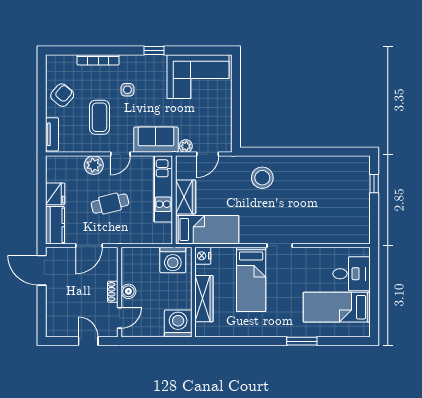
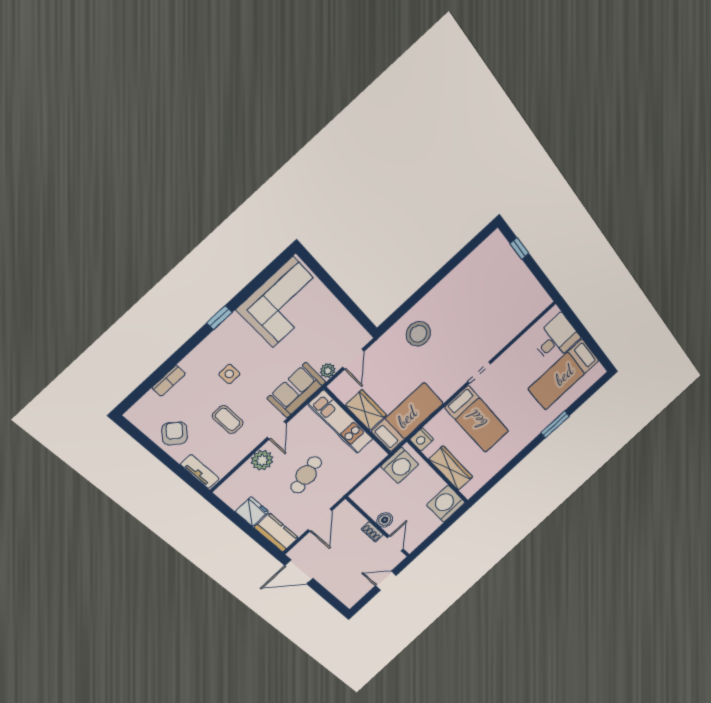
bookcase: (98, 60) -> (169, 381), width x0.64
coffee table: (99, 117) -> (228, 419), width x0.73, depth x0.77

